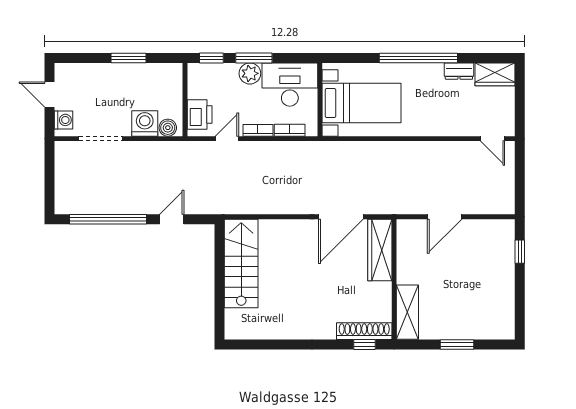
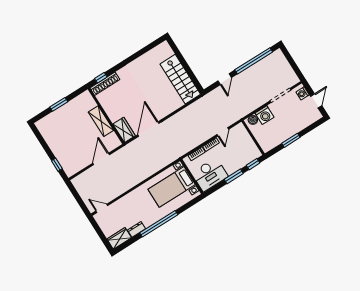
plant: (250, 73) -> (231, 168), removed
door: (50, 95) -> (316, 101), hinge flipped
printer: (200, 114) -> (242, 135), removed
wardrobe: (380, 250) -> (124, 130), width x0.67
shelving: (407, 312) -> (101, 121), moved

